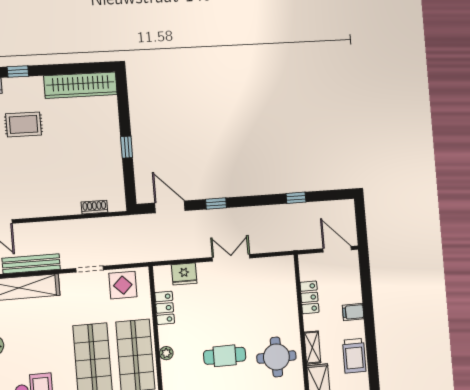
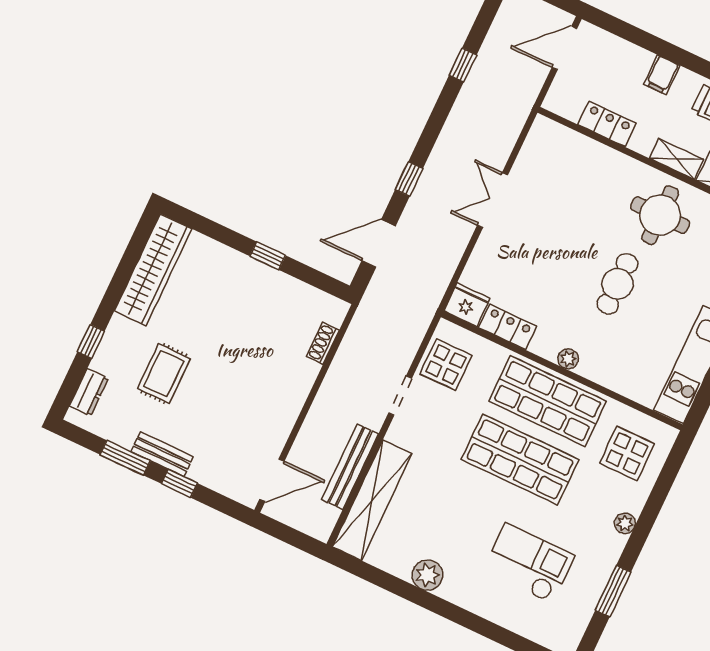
fridge: (184, 274) -> (467, 305), moved, turned -90

